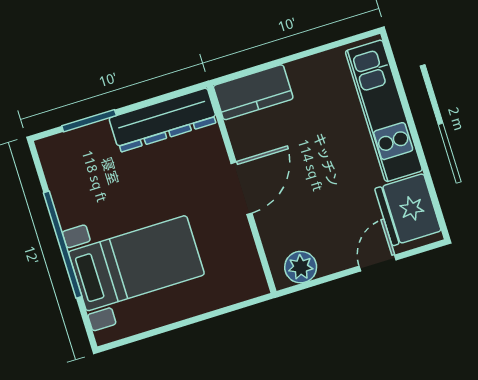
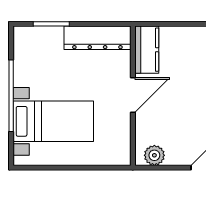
kitchen counter: (253, 92) -> (147, 50), moved, turned -90

